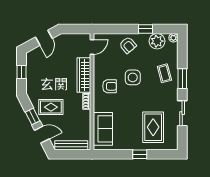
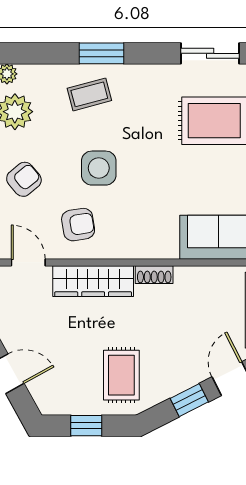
armchair: (109, 86) -> (78, 225), moved, turned 81
rug: (51, 107) -> (121, 375), moved
sliding door: (182, 113) -> (210, 53), moved

